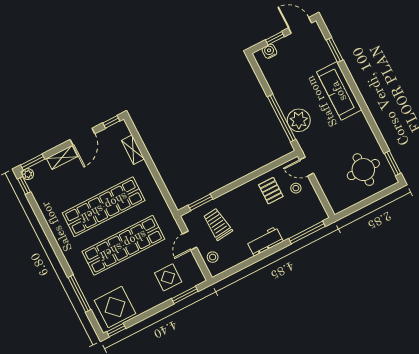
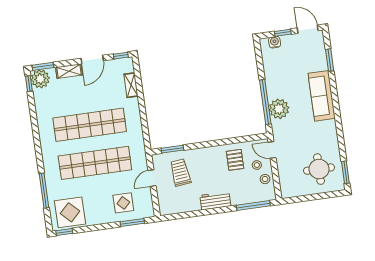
plant: (28, 174) -> (40, 79), width x1.88, depth x1.88
stool: (213, 257) -> (265, 179), moved

